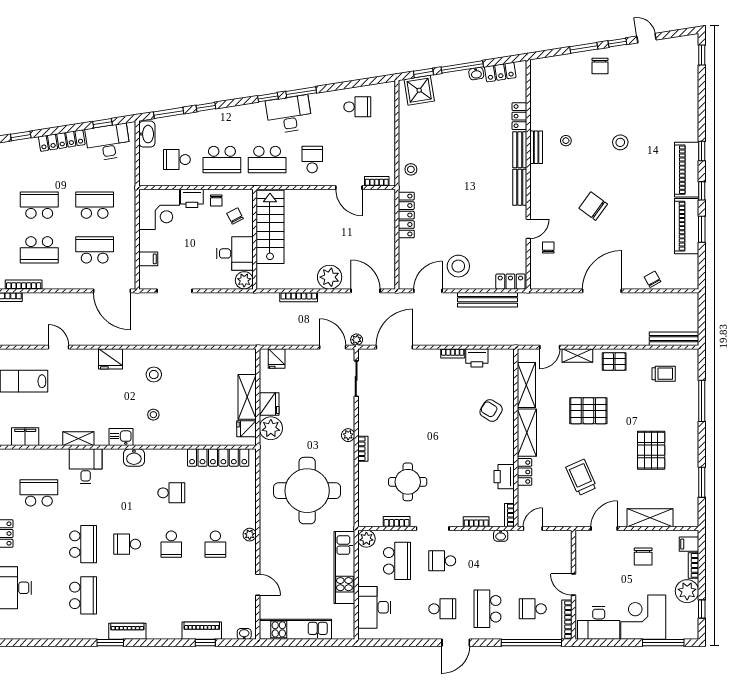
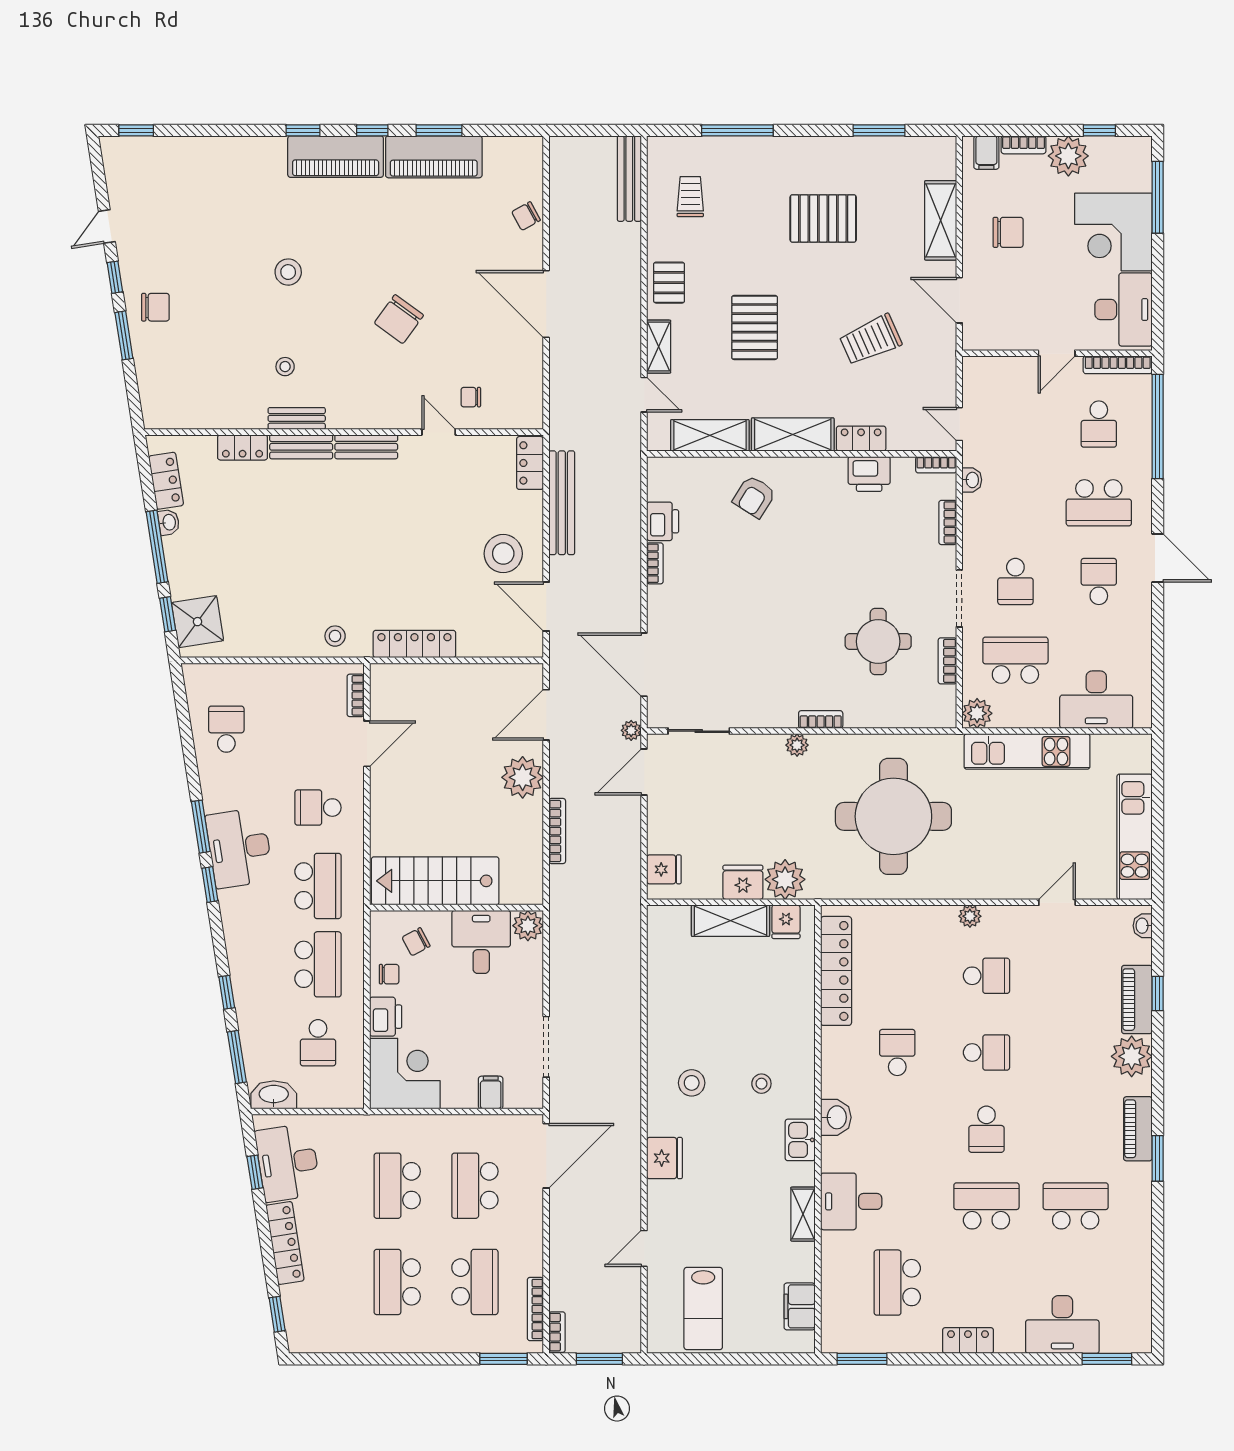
plant: (169, 628) -> (1132, 1056), added

